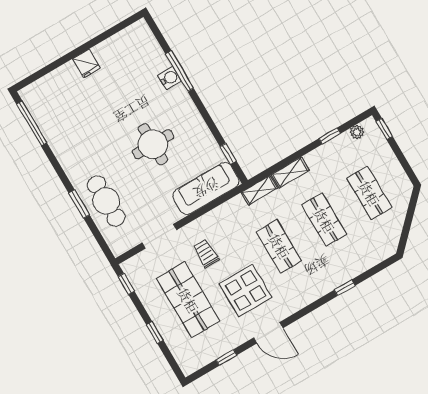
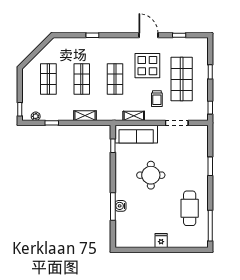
shelving: (259, 190) -> (134, 116), moved
cafe table: (106, 201) -> (190, 208), moved

